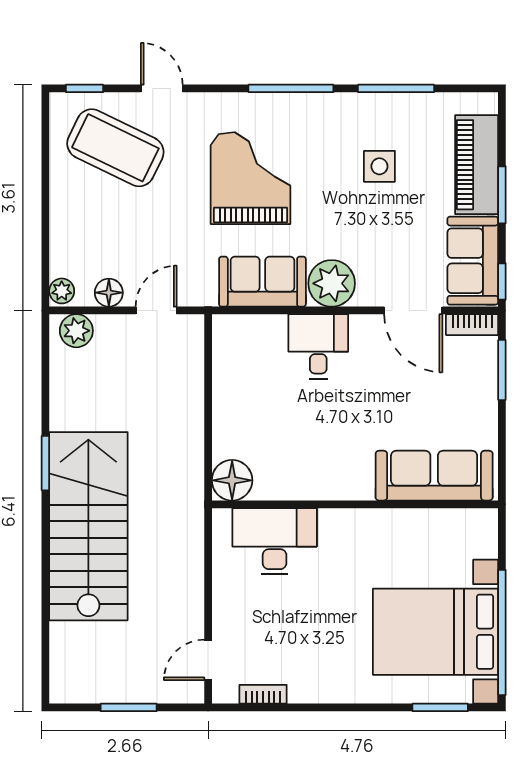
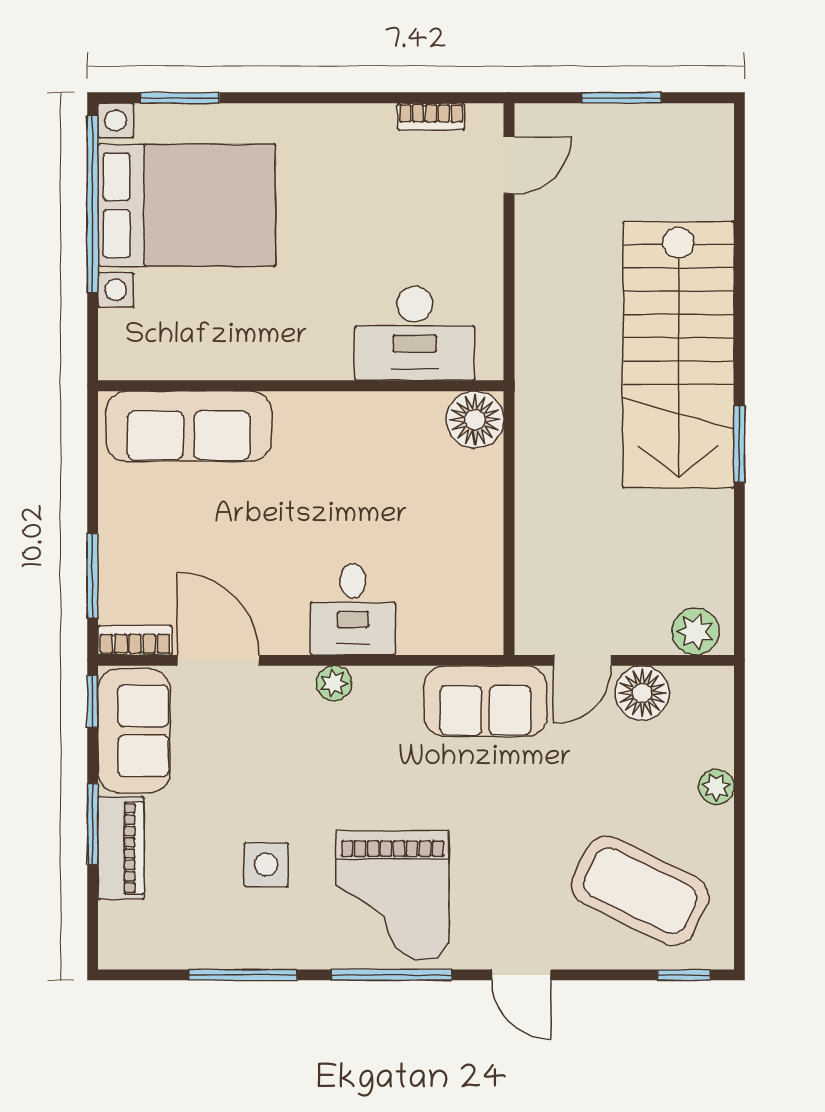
door: (162, 88) -> (521, 975), moved
piano: (477, 165) -> (121, 848), width x0.73, depth x0.75
grand piano: (251, 178) -> (393, 896), moved
sofa: (262, 282) -> (485, 701), moved
plant: (332, 283) -> (334, 683), width x0.53, depth x0.53
plant: (62, 291) -> (716, 787), moved
floor lamp: (109, 293) -> (642, 693), width x1.38, depth x1.38

